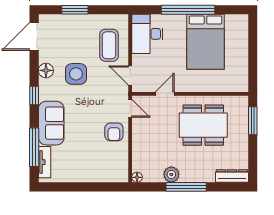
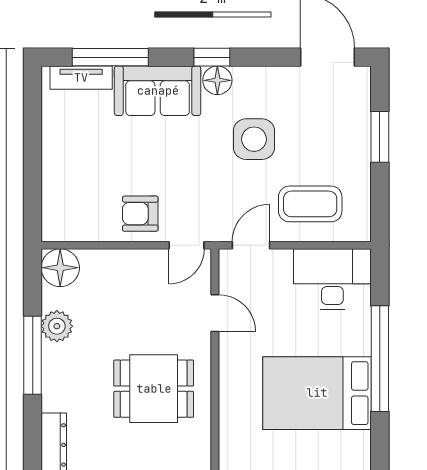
floor lamp: (46, 70) -> (217, 80), moved
dining table: (203, 125) -> (154, 389), width x0.73
floor lamp: (137, 177) -> (60, 268), width x1.89, depth x1.89

